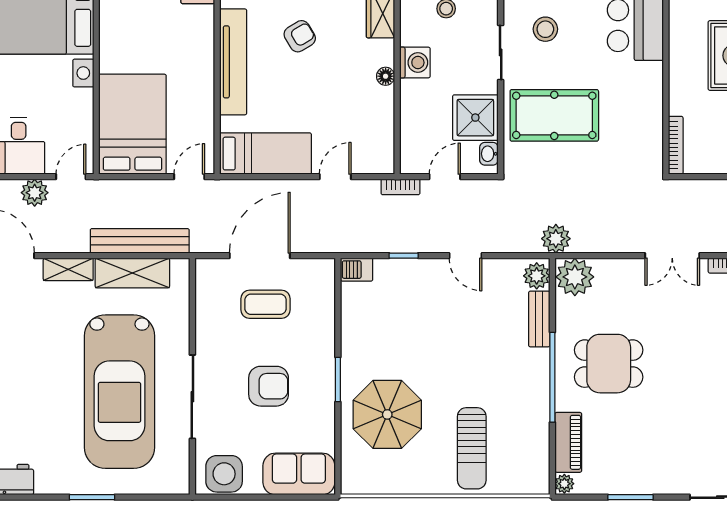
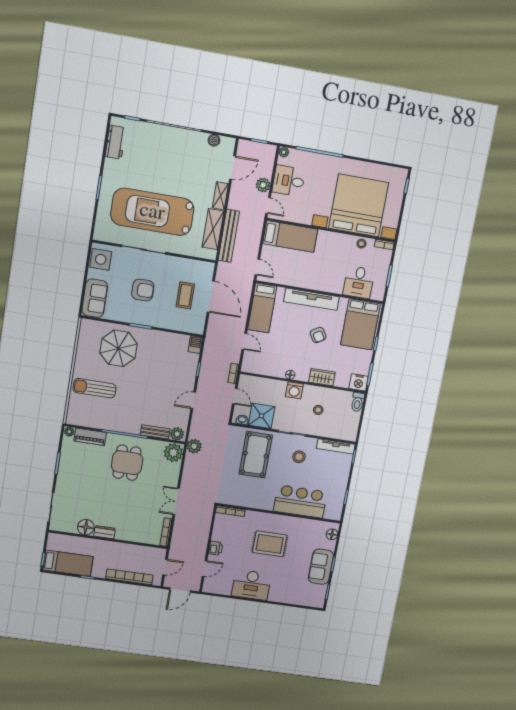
bed: (132, 124) -> (290, 236), width x0.67
armchair: (269, 386) -> (143, 290), turned -90

